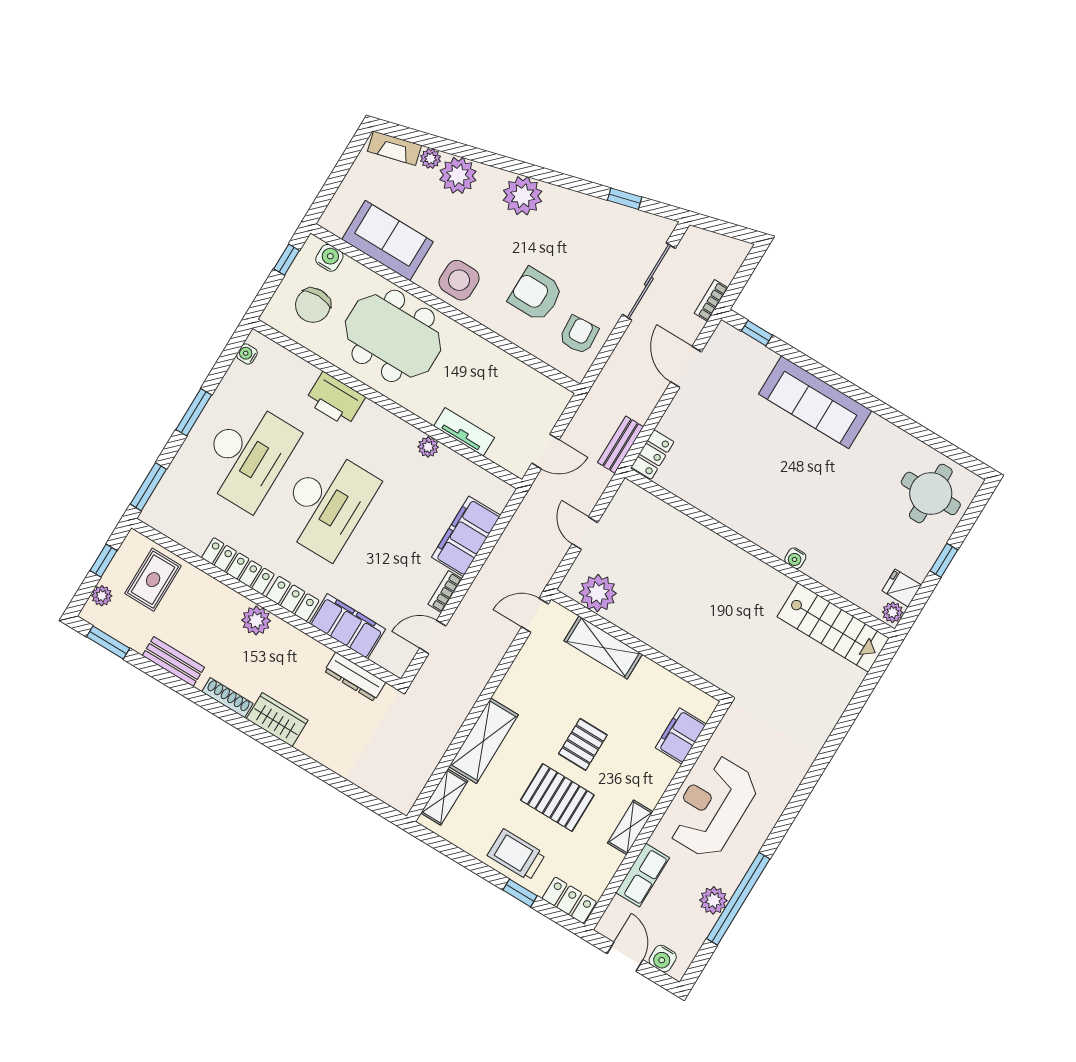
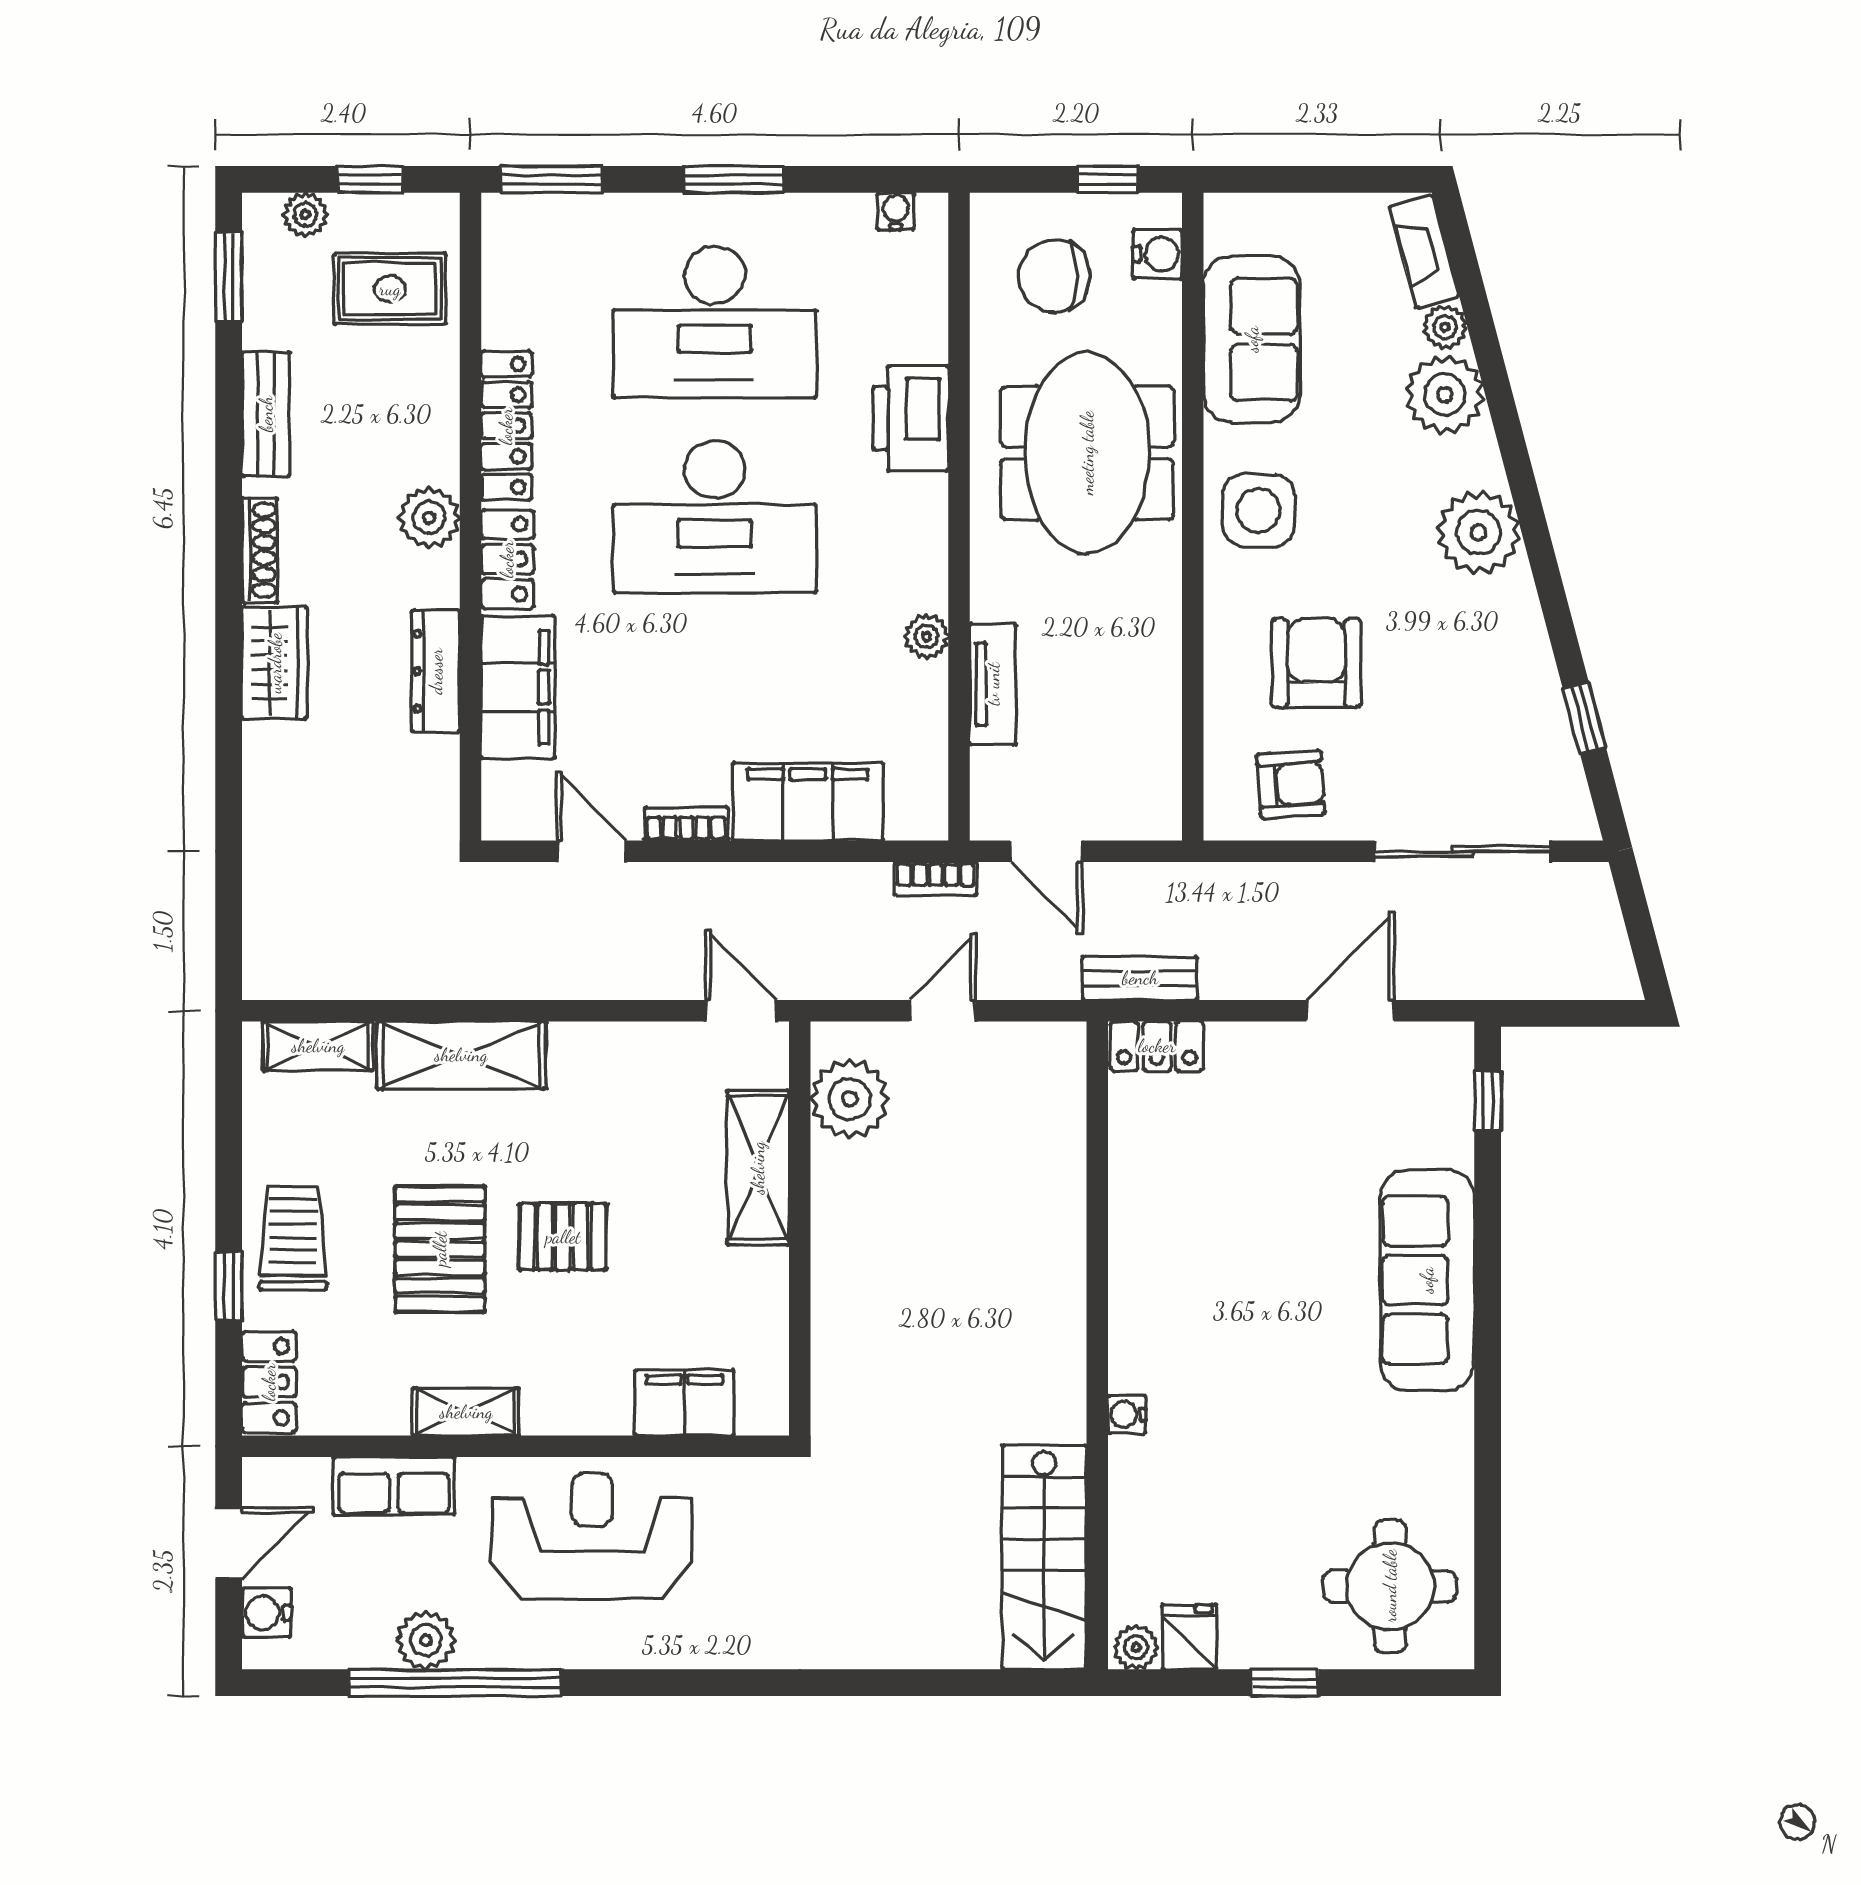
bookcase: (711, 301) -> (936, 879), moved, turned 180
dresser: (355, 677) -> (436, 671), moved

